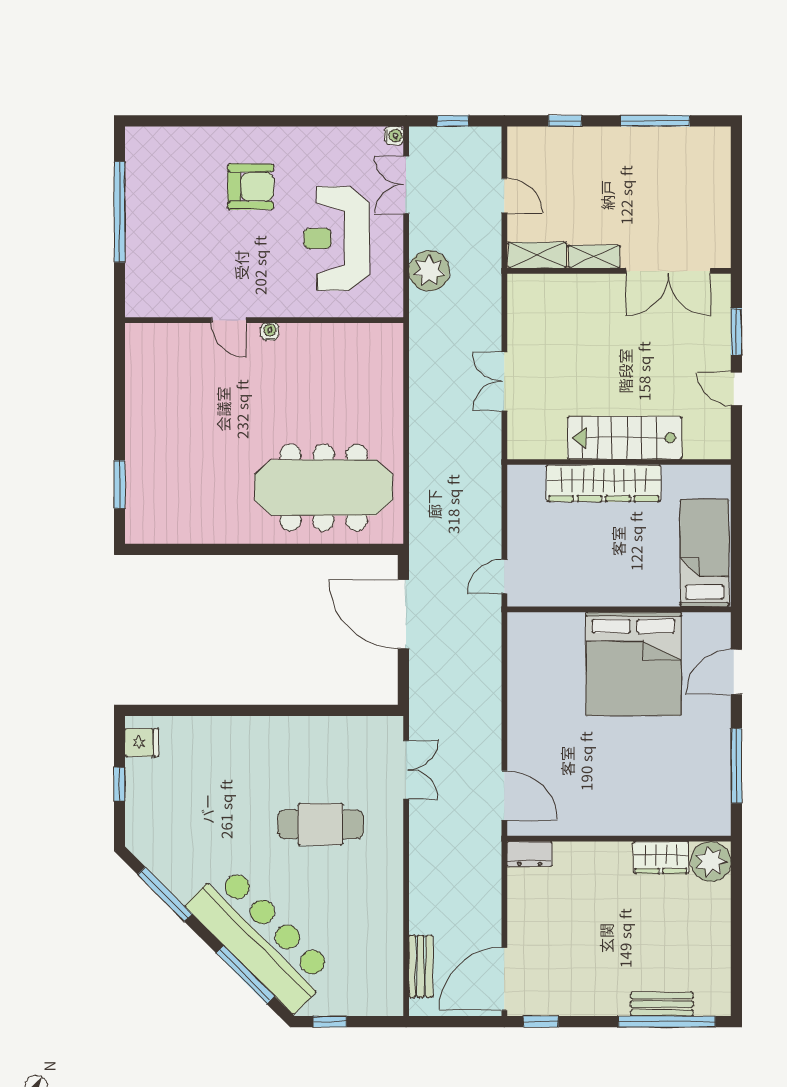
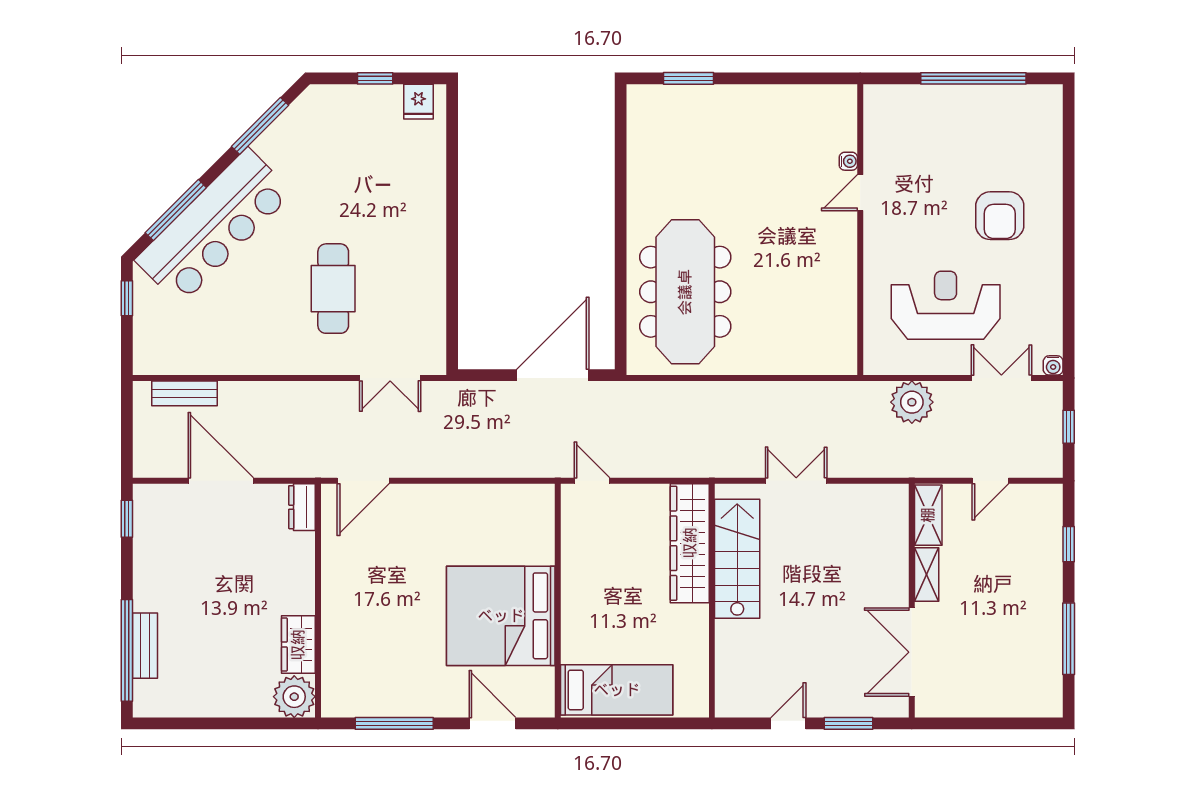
water cooler: (270, 331) -> (848, 161), moved
stairs: (625, 438) -> (737, 559), moved
wardrobe: (604, 483) -> (690, 543), moved
door: (504, 979) -> (221, 481), moved

